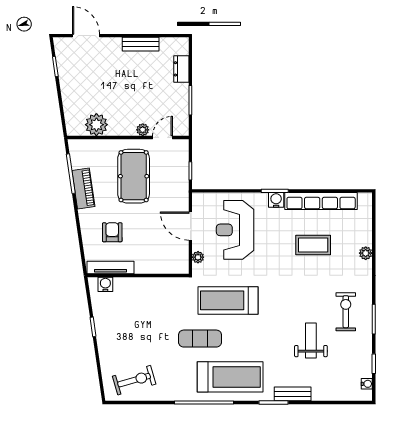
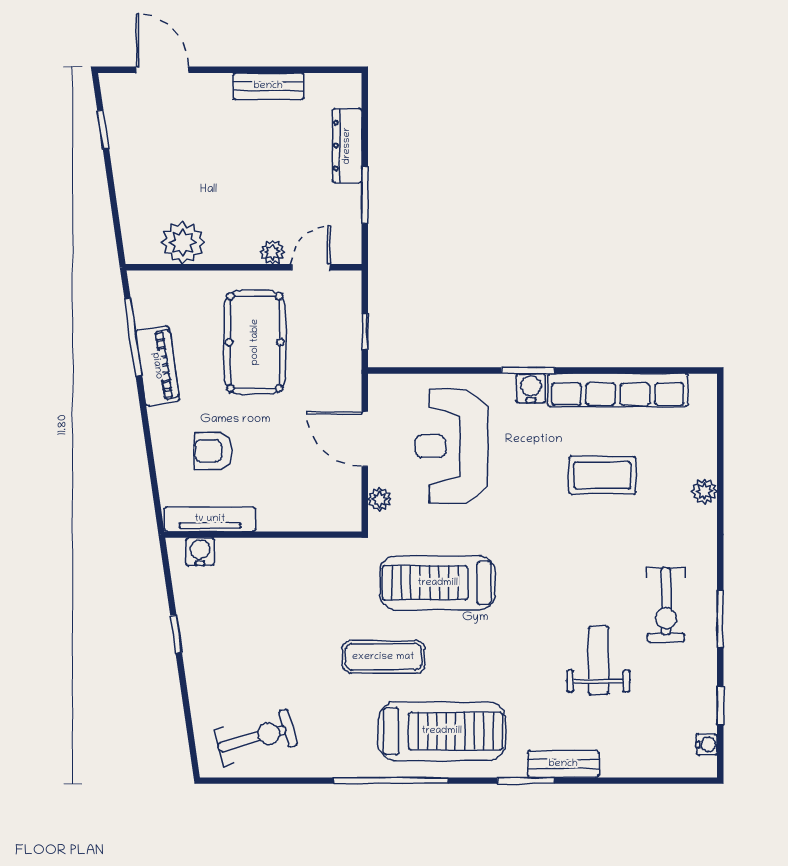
dresser: (181, 69) -> (347, 146), width x1.44
armchair: (112, 232) -> (213, 451), turned -90
exercise bike: (346, 312) -> (666, 605), turned 180

